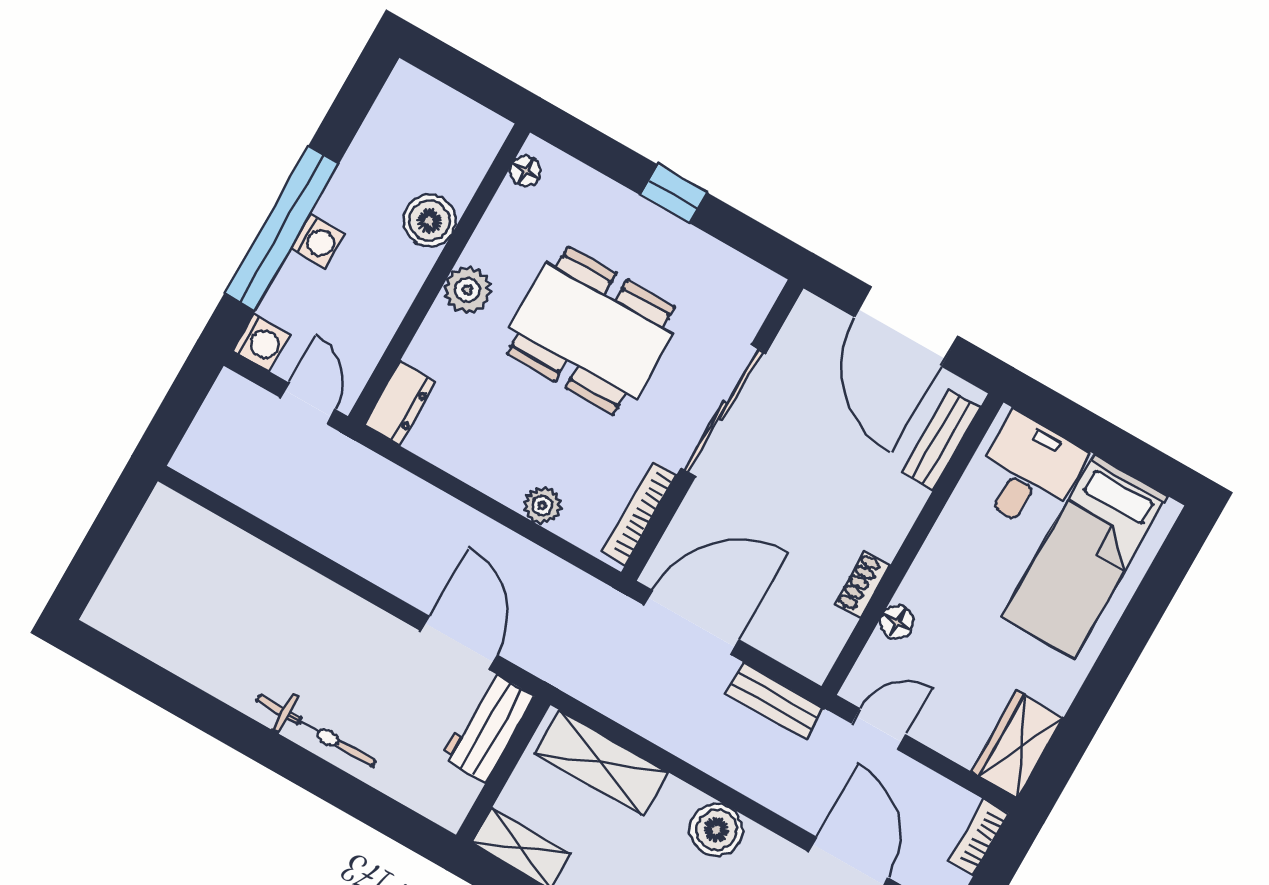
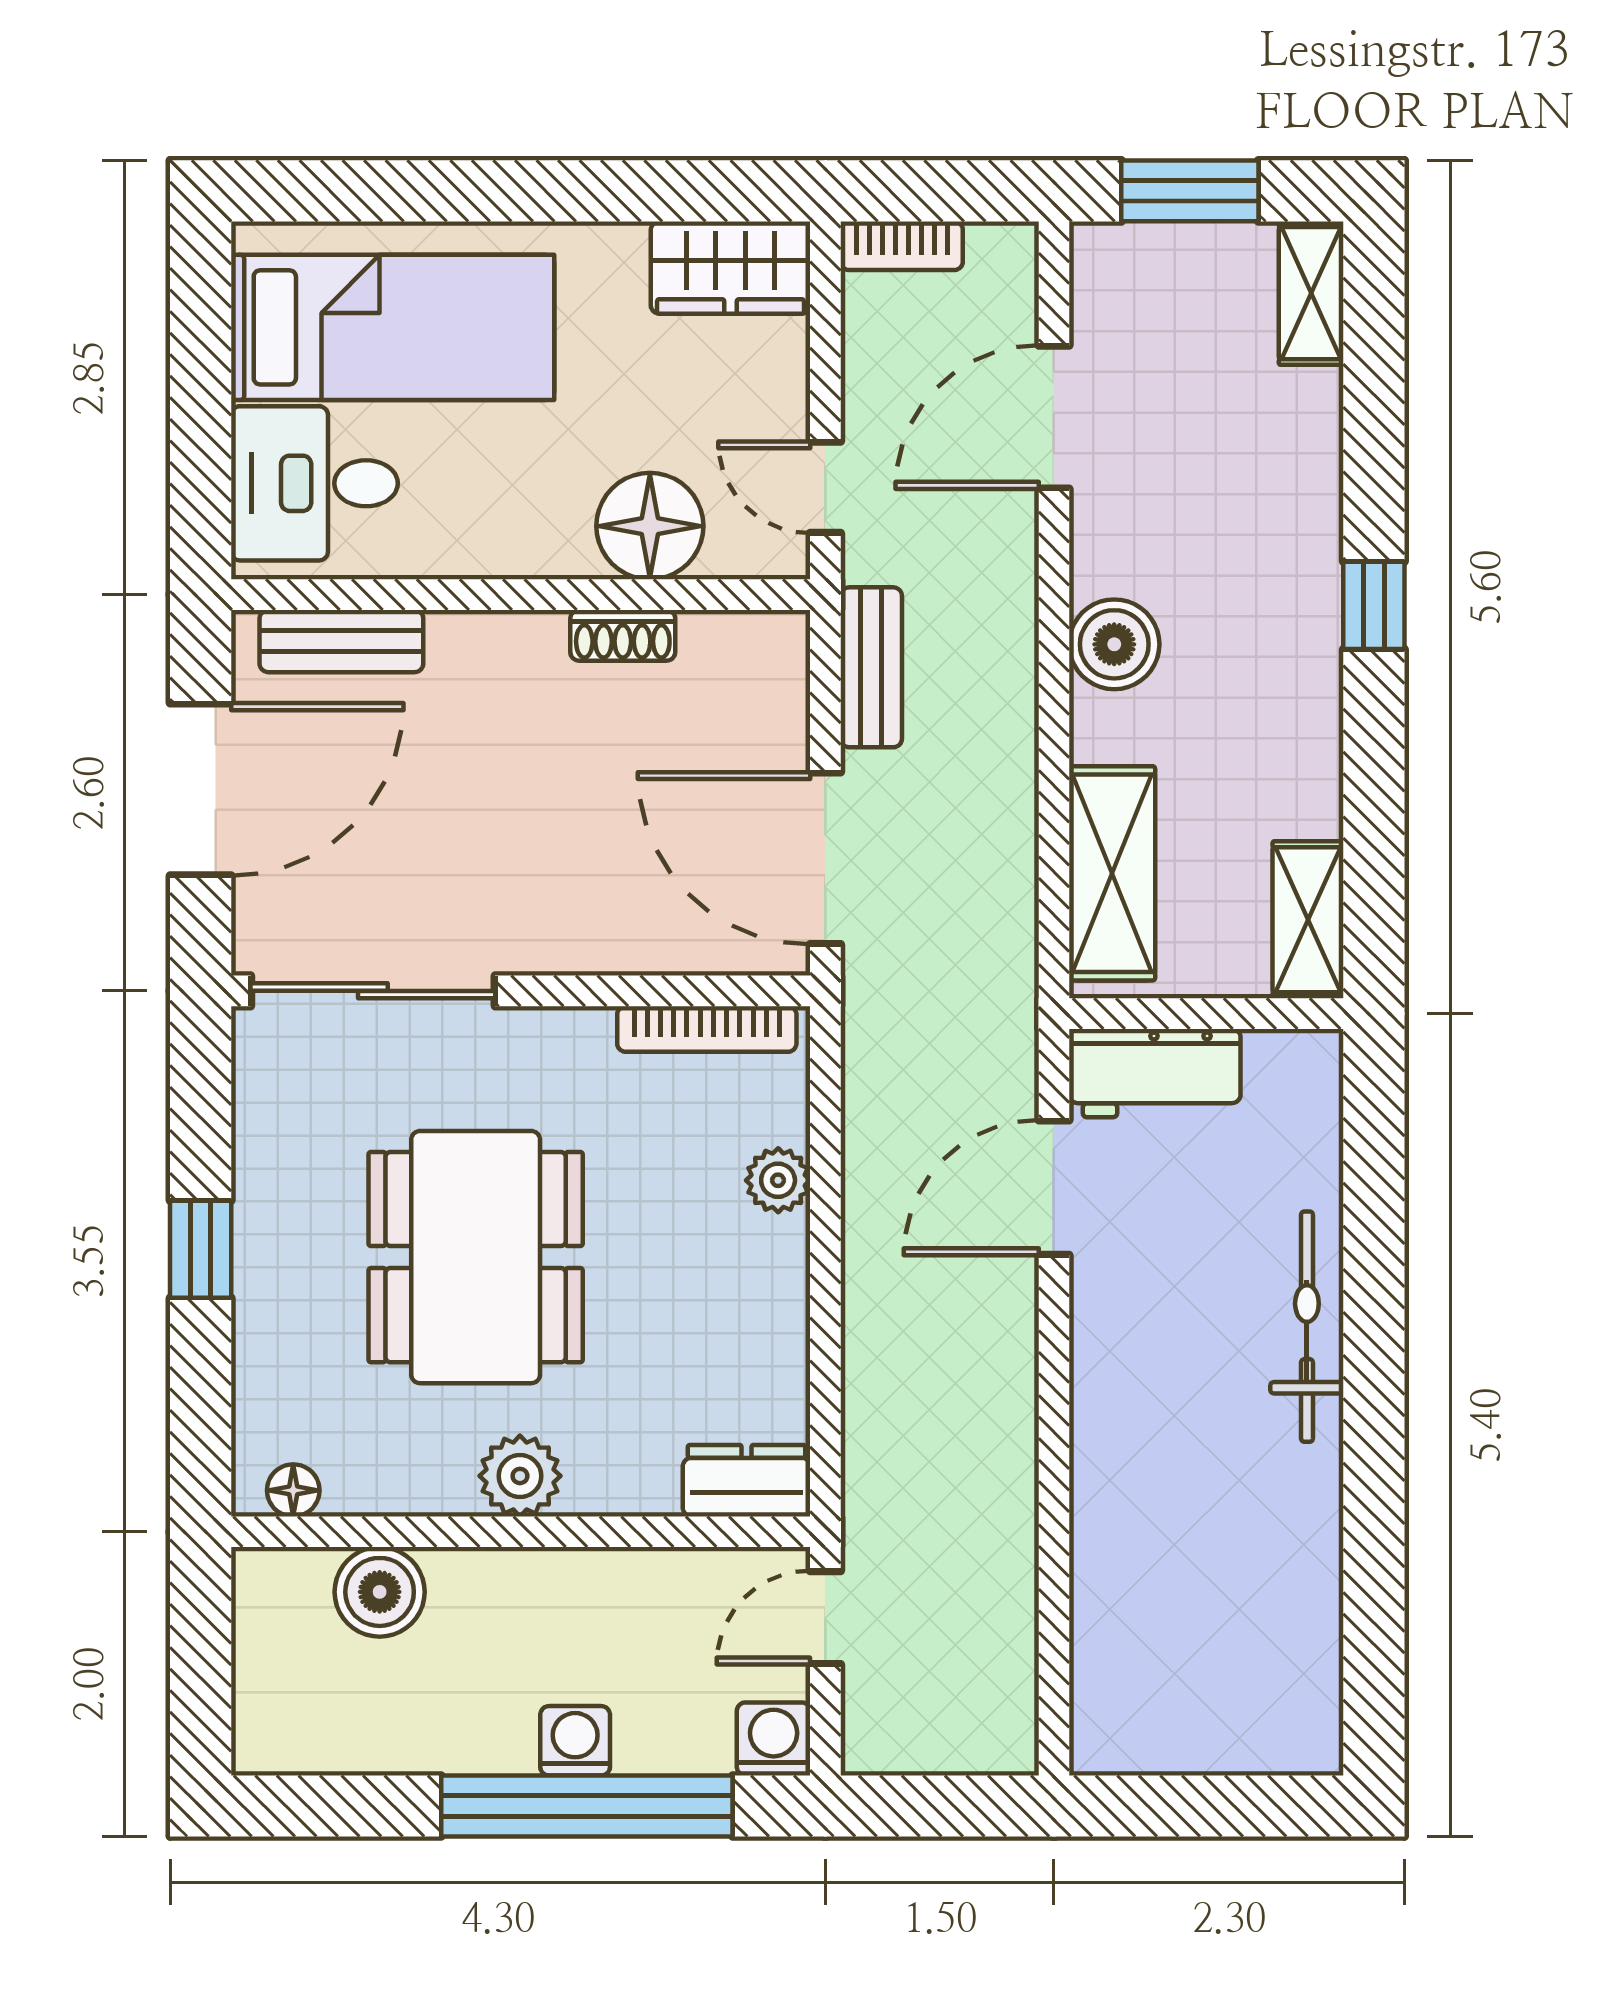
boiler: (429, 221) -> (380, 1592), moved
sliding door: (723, 411) -> (373, 991), moved
floor lamp: (897, 622) -> (650, 526), width x1.89, depth x1.89

